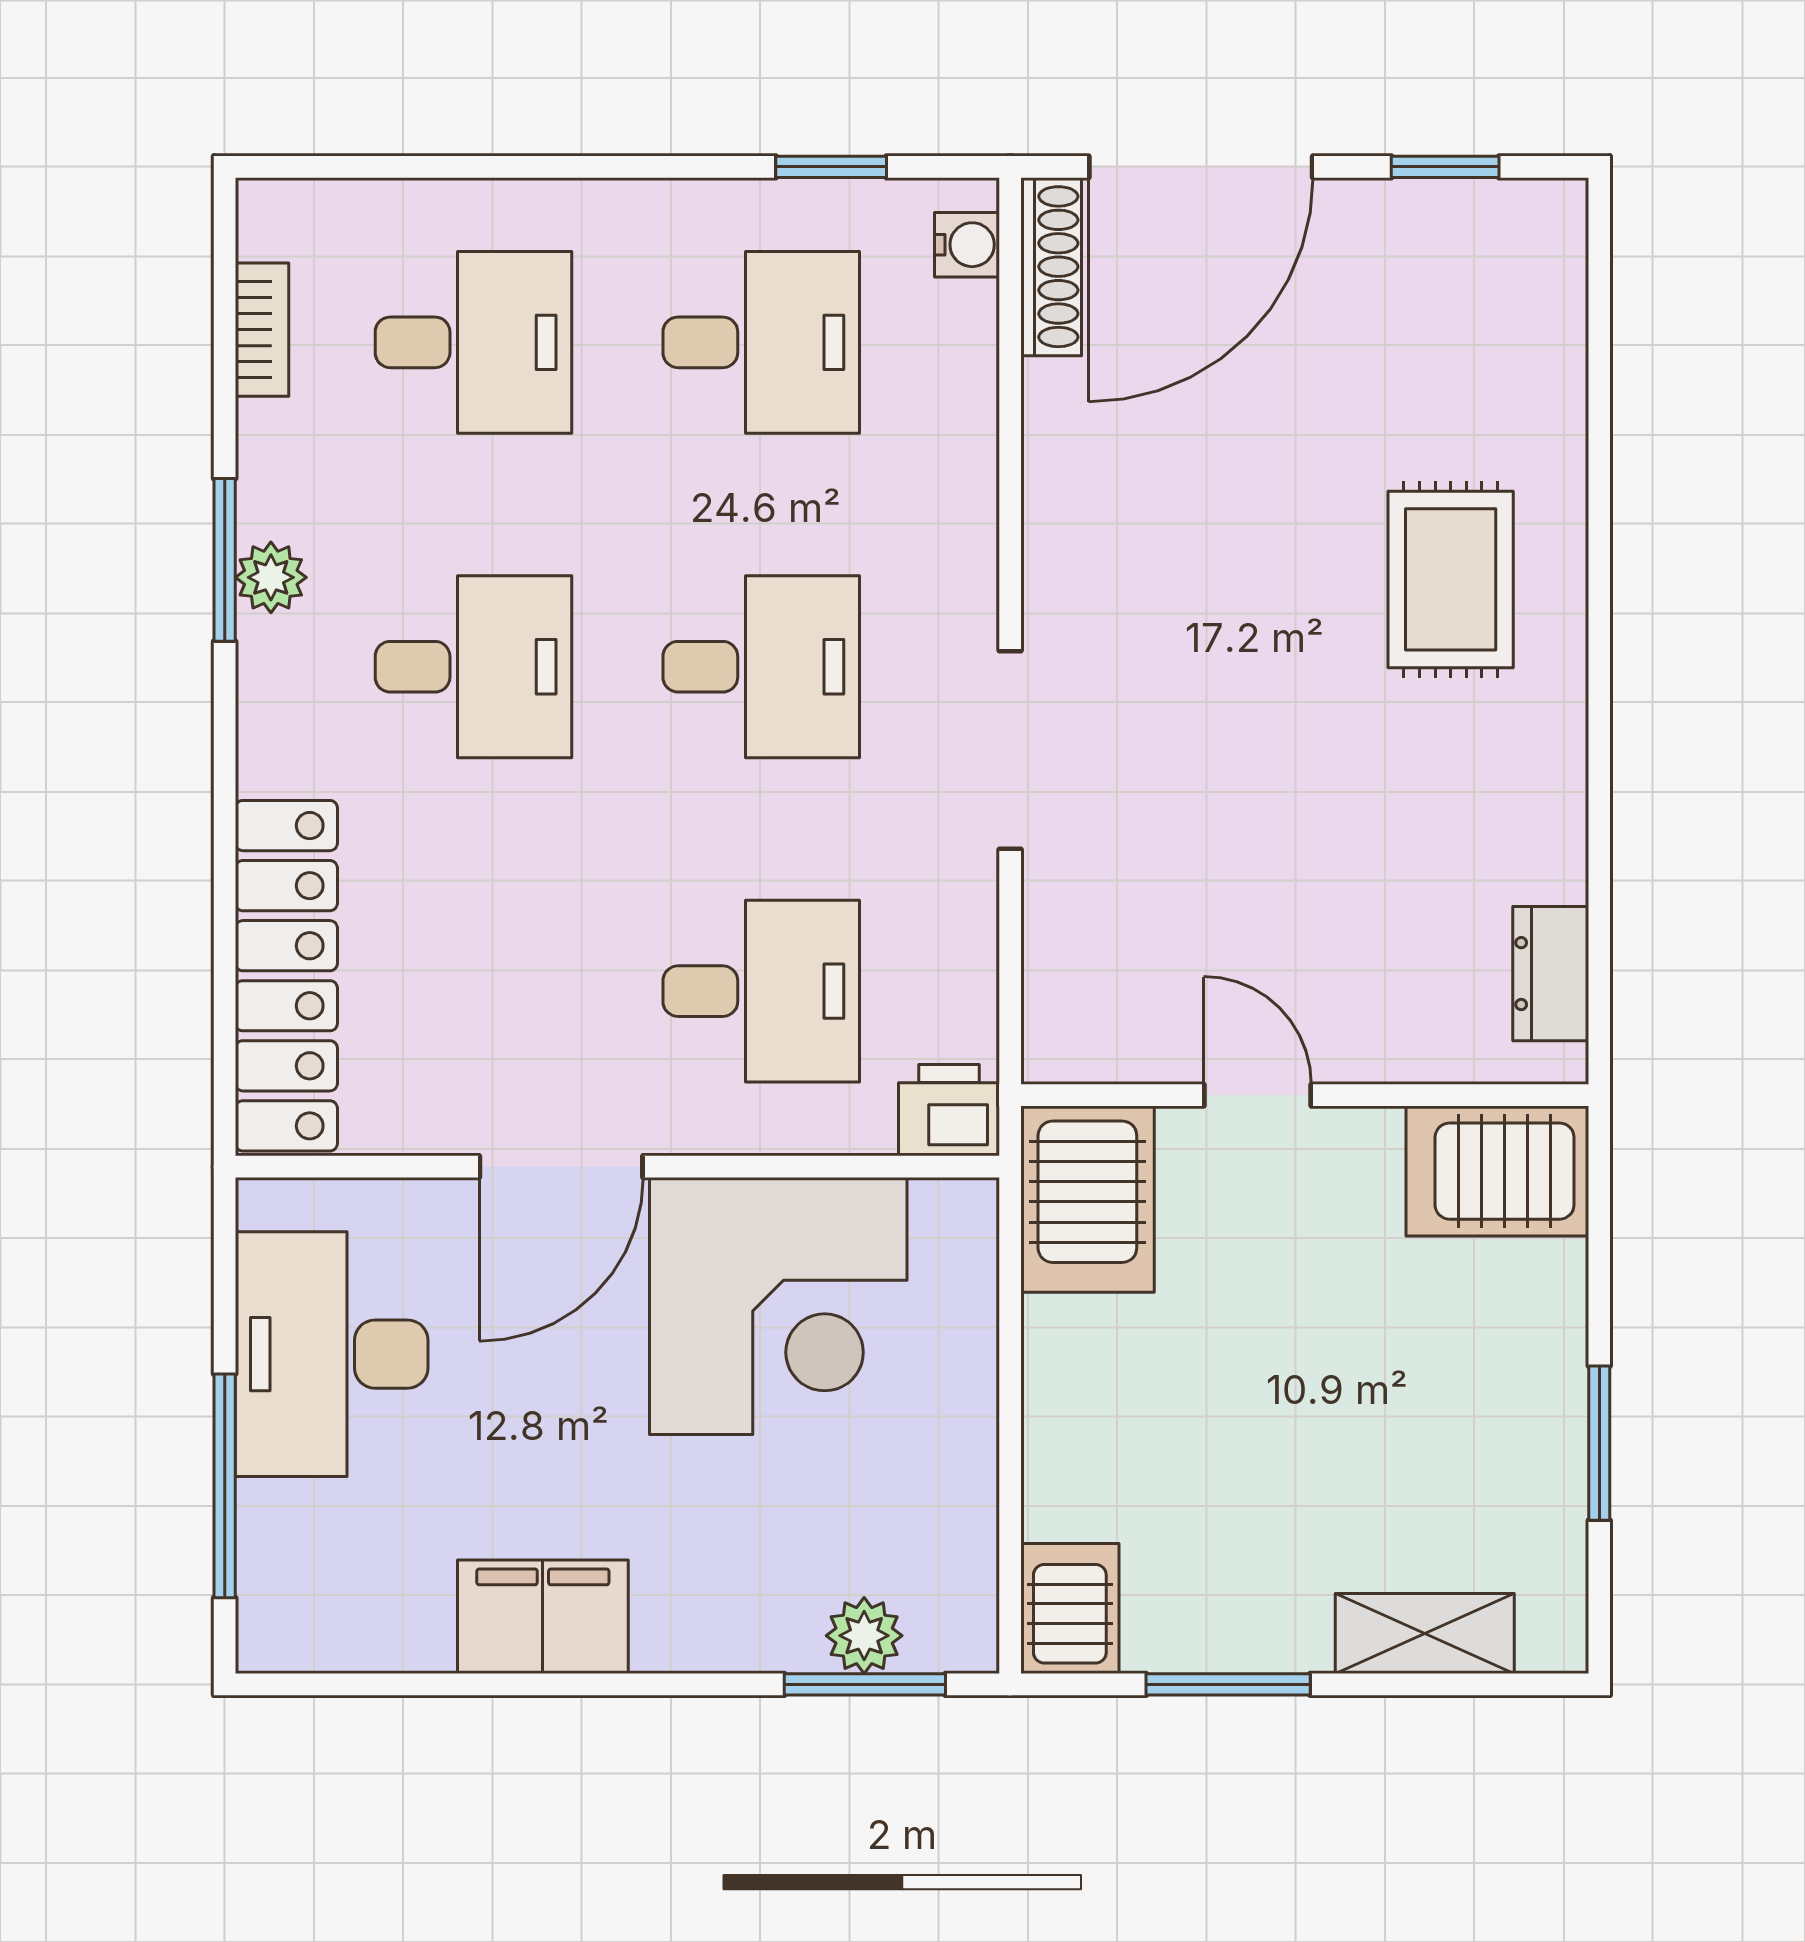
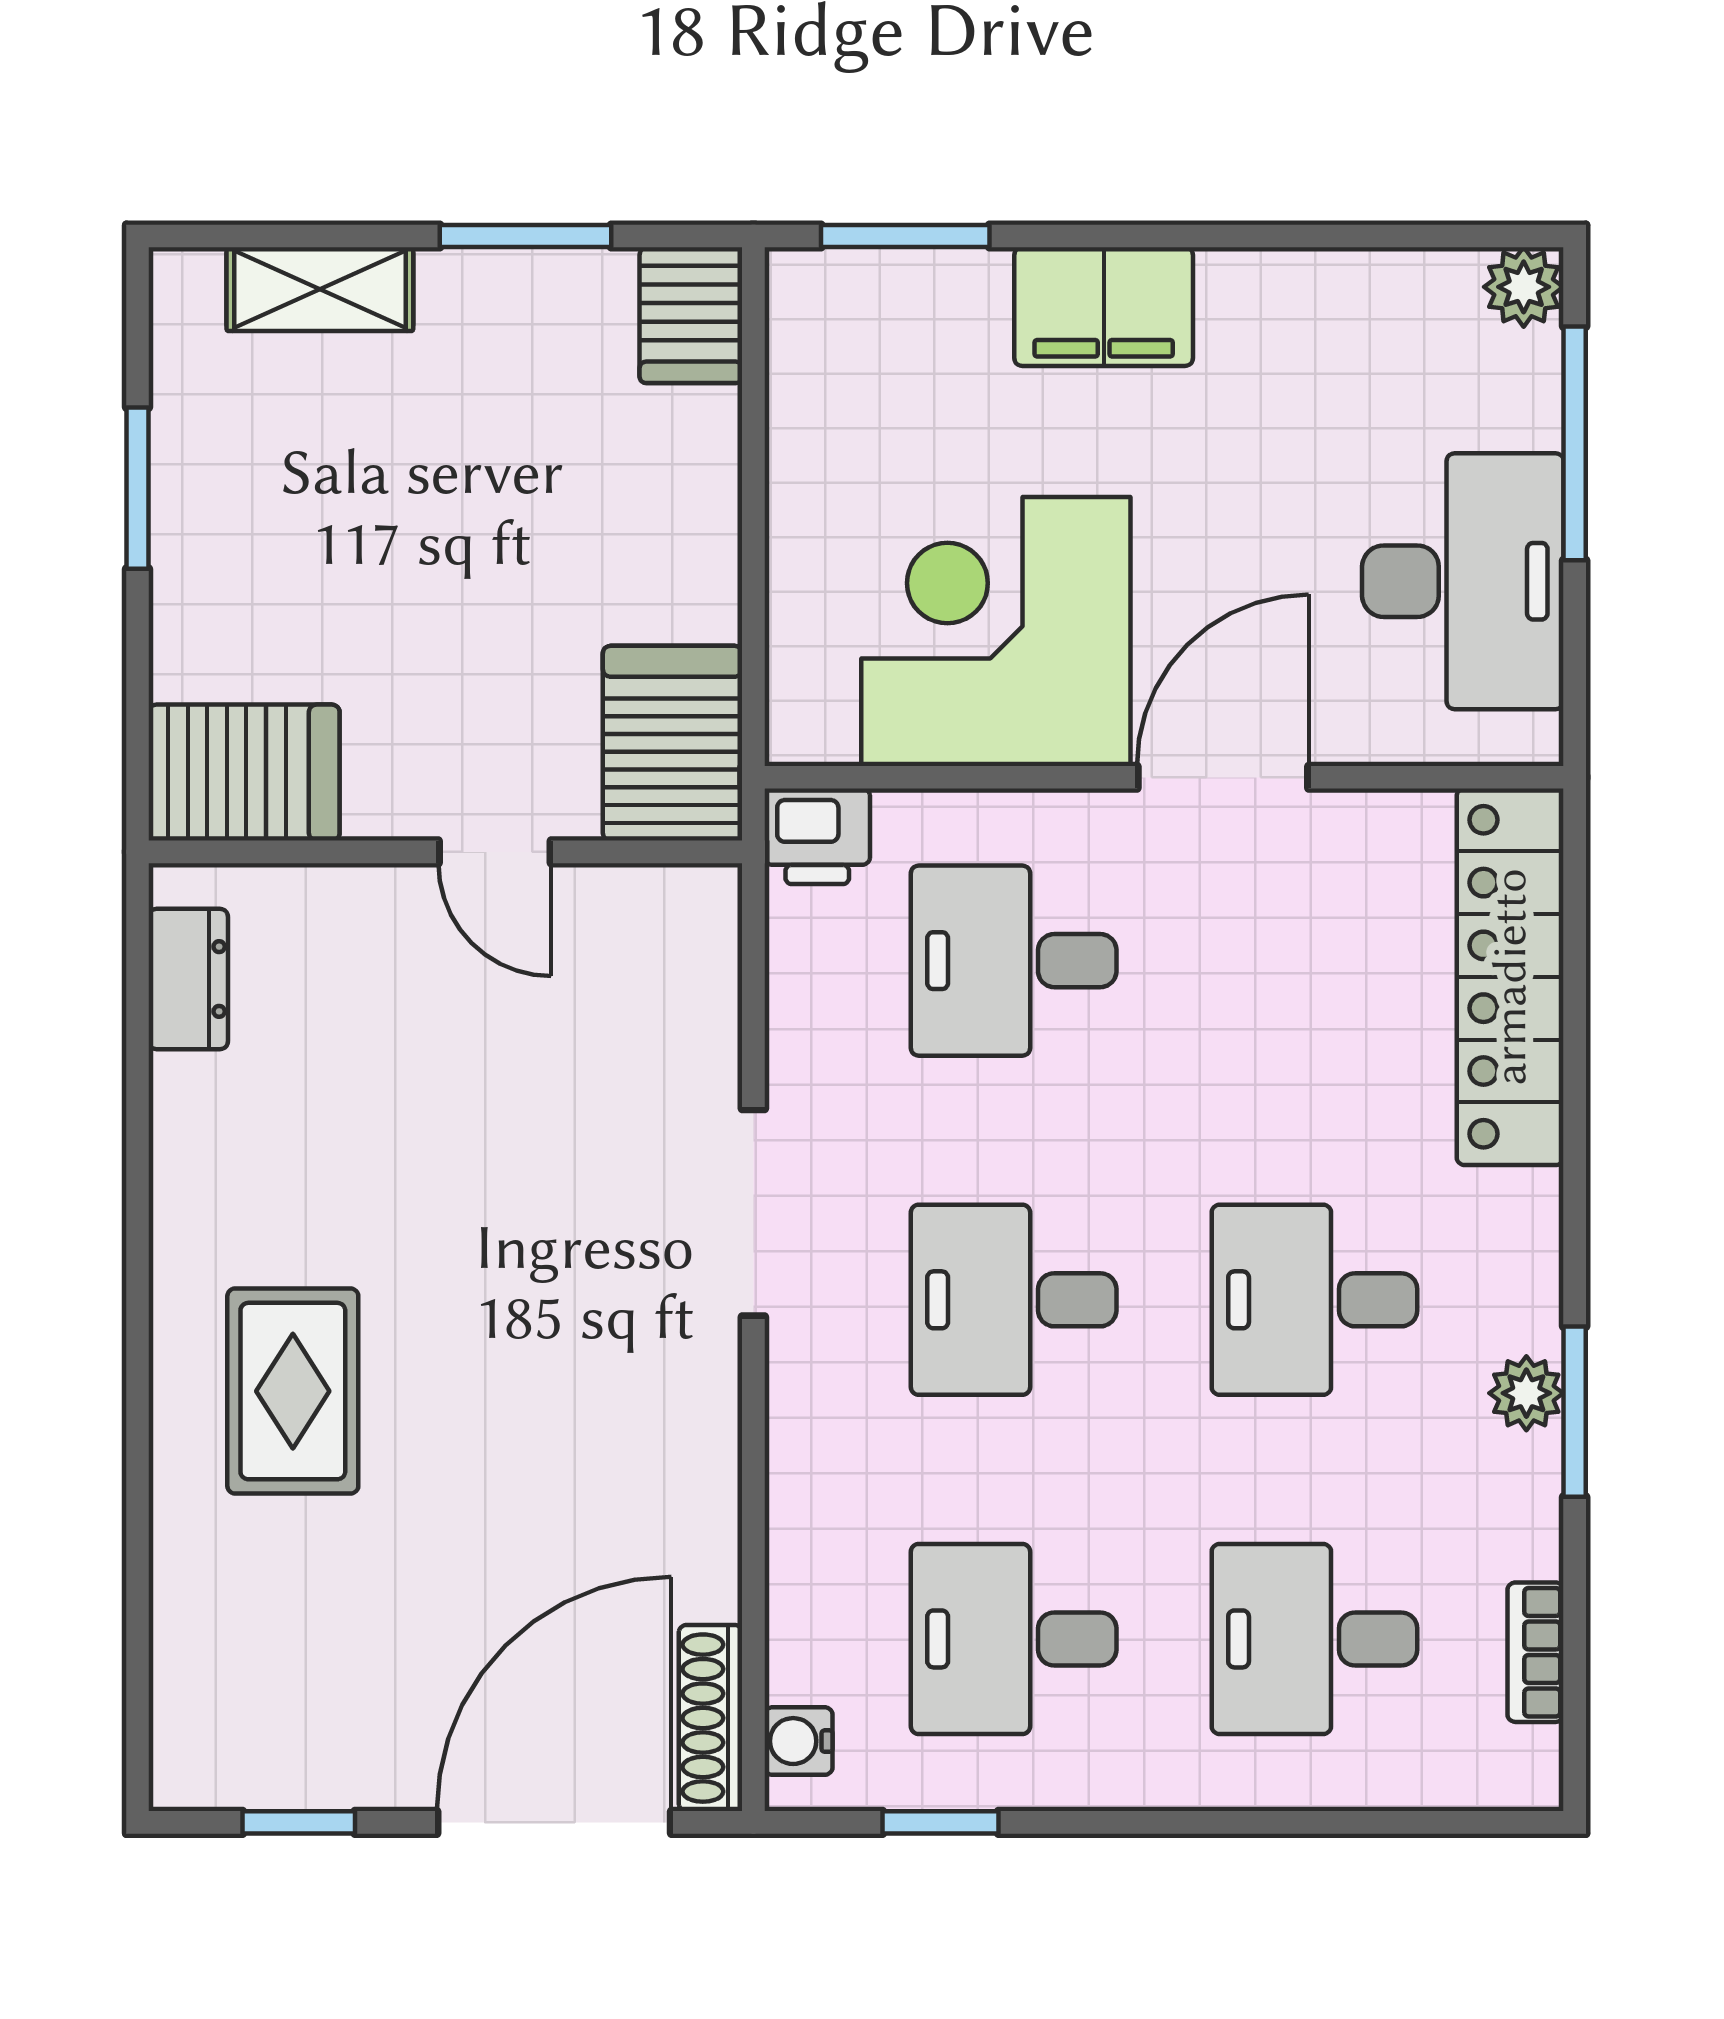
filing cabinet: (543, 1617) -> (1104, 307), moved
plant: (864, 1636) -> (1524, 287), moved

